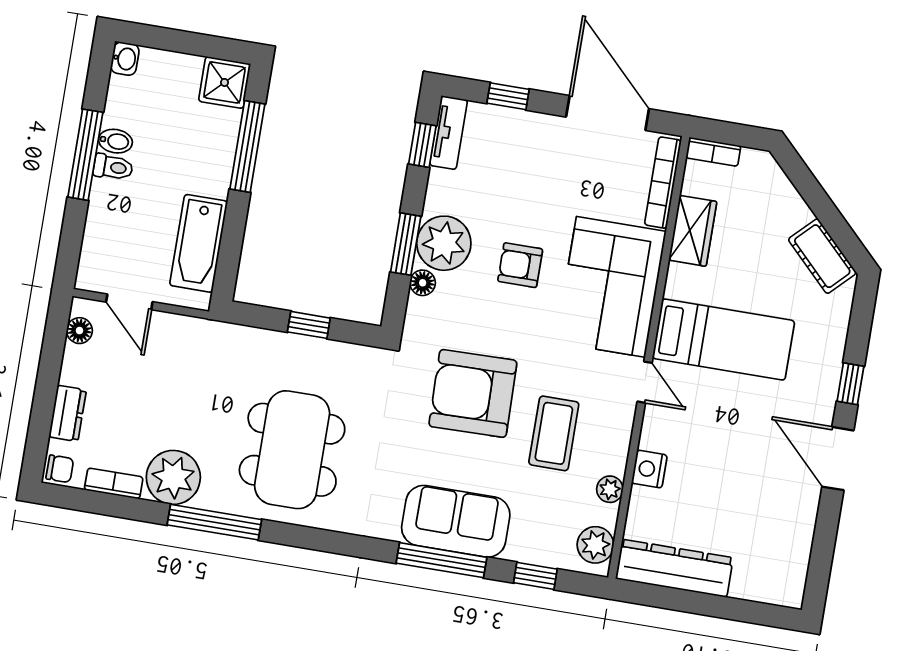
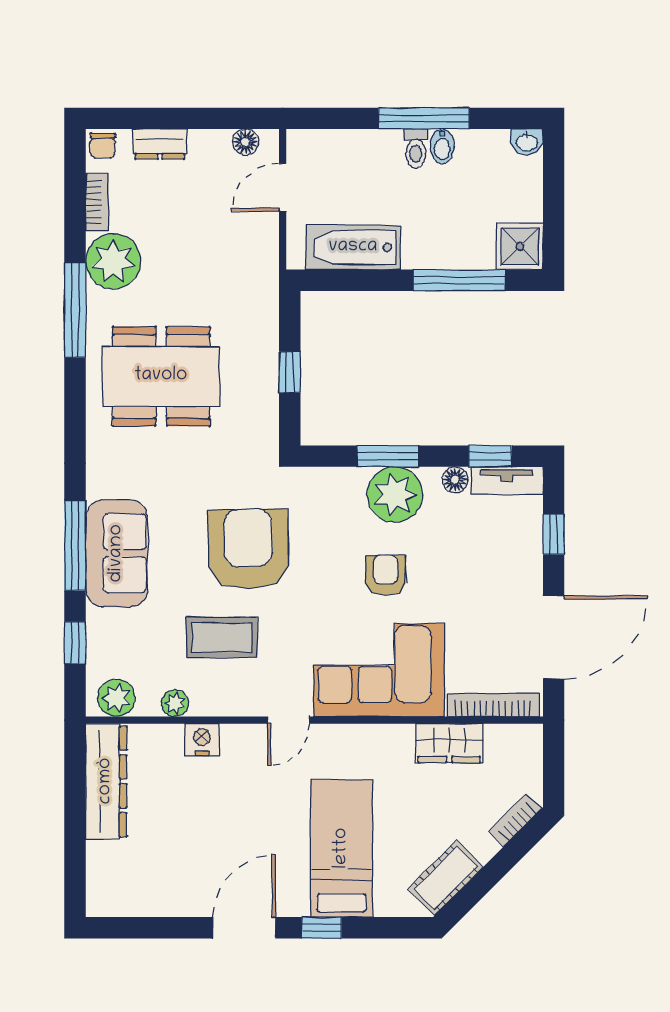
bookcase: (713, 152) -> (515, 820), moved, turned 45
floor lamp: (423, 283) -> (455, 480), moved
bed: (723, 340) -> (342, 848), moved, turned 180

